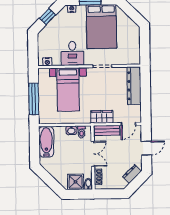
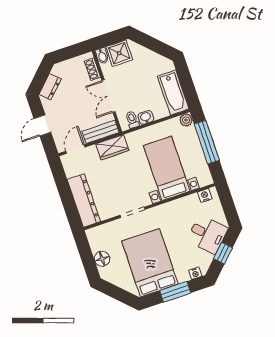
floor lamp: (134, 40) -> (102, 259), added
desk: (72, 53) -> (207, 234), moved, turned 135
plant: (43, 119) -> (186, 120), added

